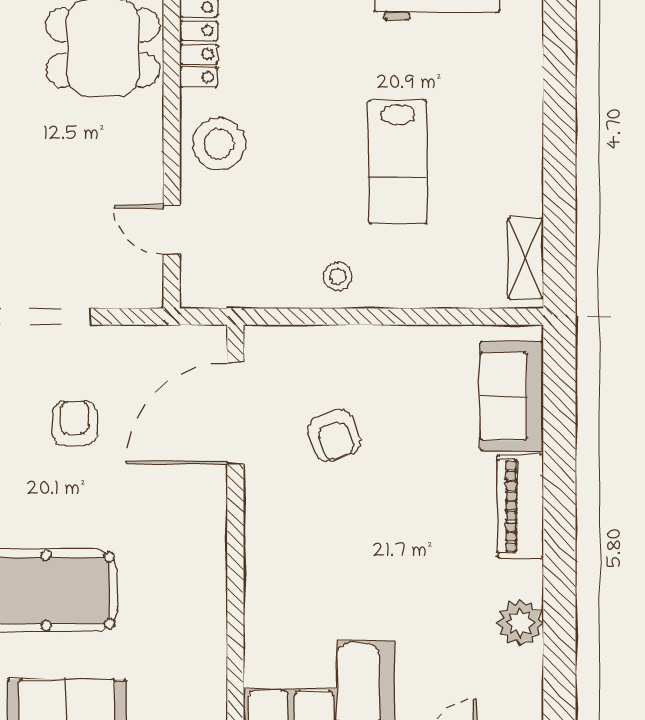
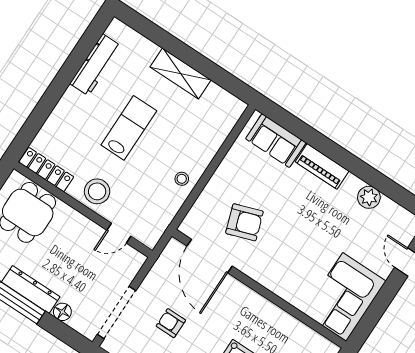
lab bench: (398, 162) -> (129, 128), moved, turned -90
shelving: (525, 258) -> (181, 74), moved, width x1.50, depth x1.33
armchair: (334, 435) -> (244, 222), width x1.38, depth x1.38

